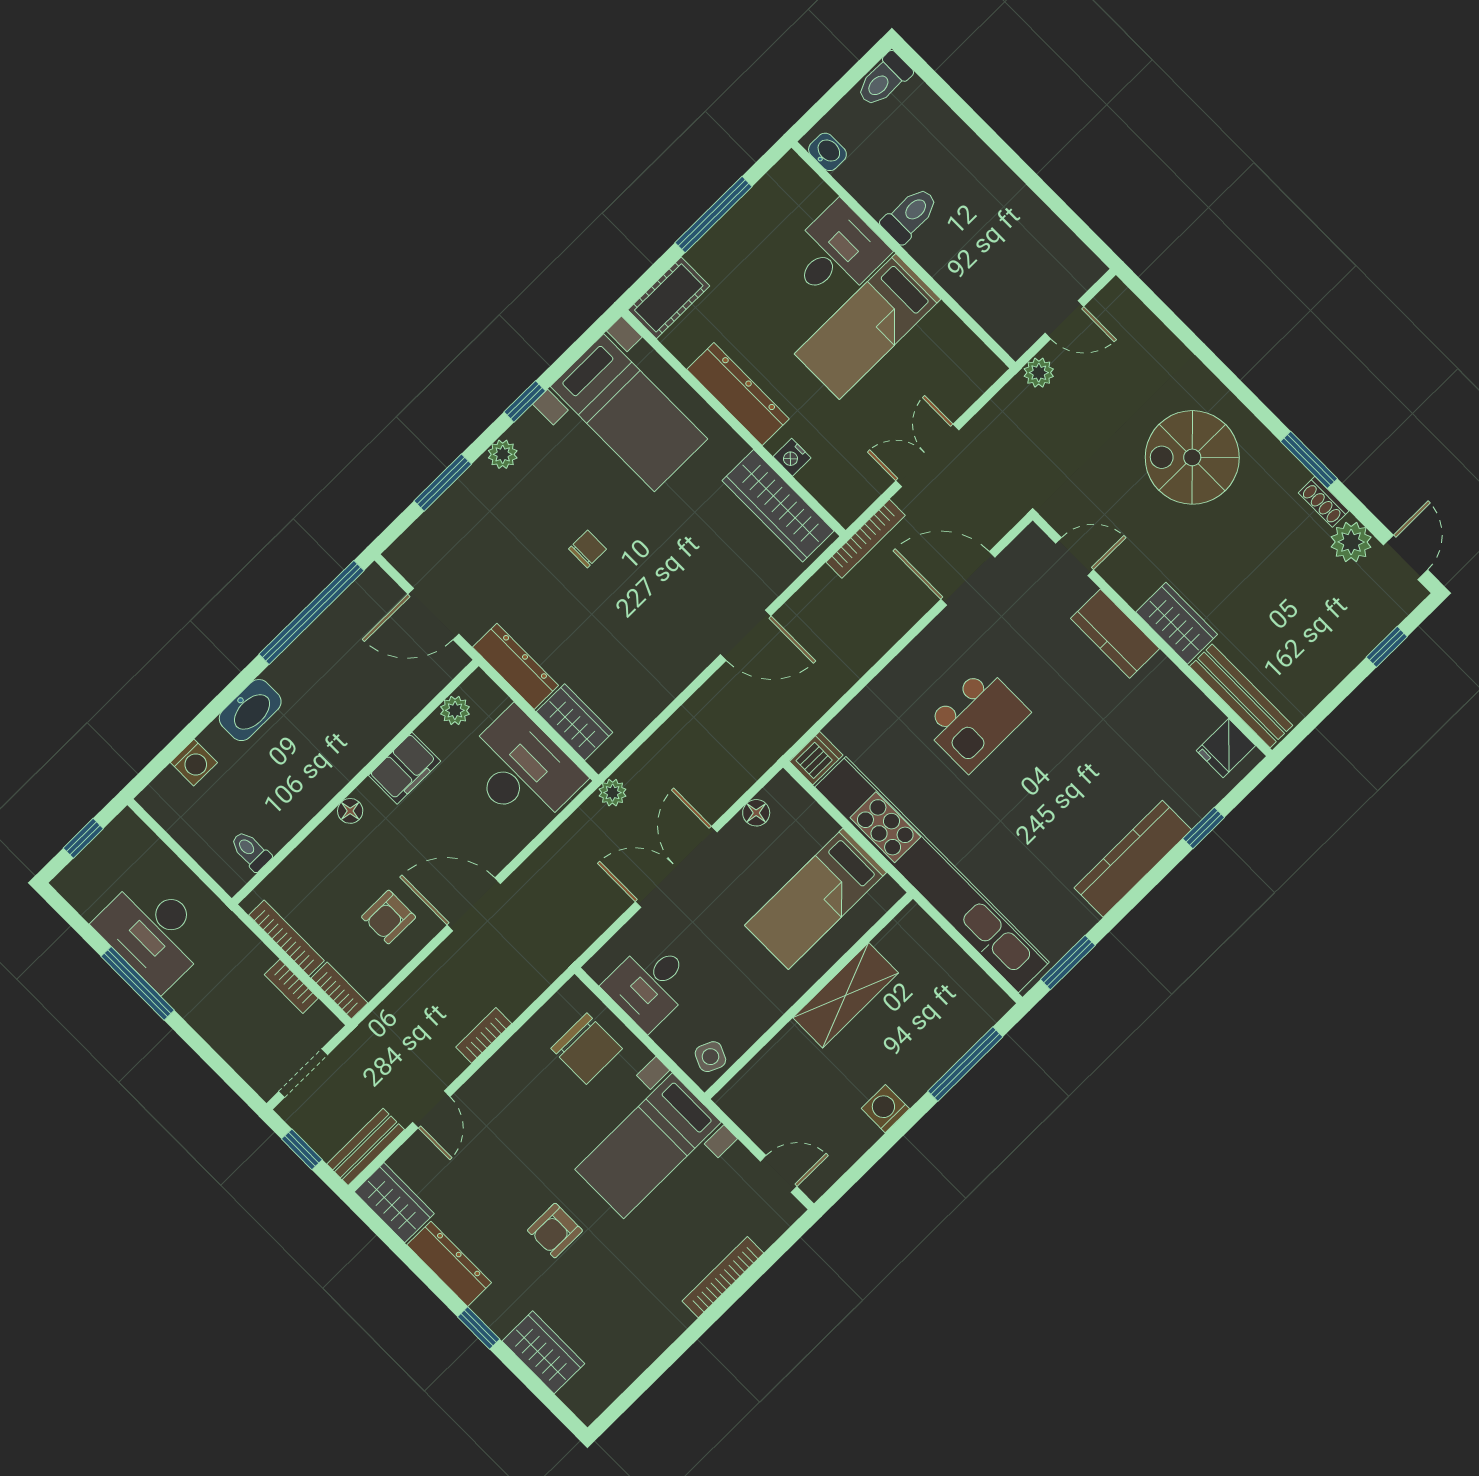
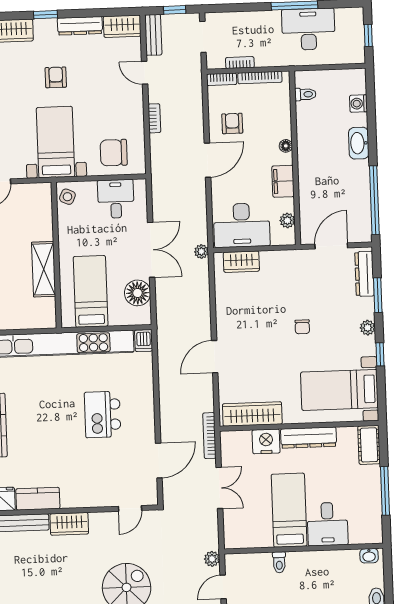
toilet: (910, 215) -> (279, 562), moved, width x0.73, depth x0.72
nightstand: (792, 457) -> (266, 441), width x1.89, depth x1.79
kitchen counter: (1115, 634) -> (38, 499), moved
dresser: (515, 666) -> (364, 274), moved, turned 90
floor lamp: (756, 813) -> (137, 293), width x1.89, depth x1.89

